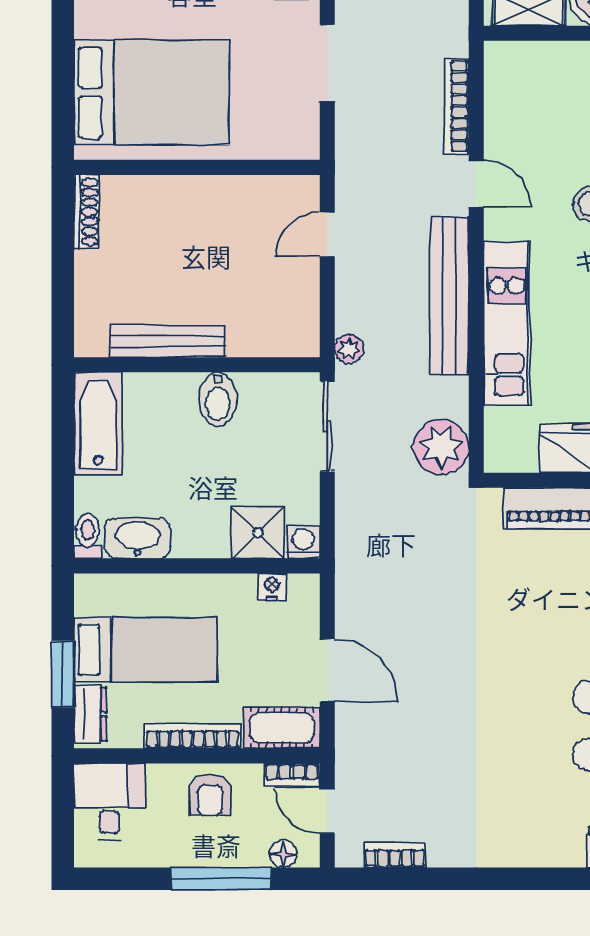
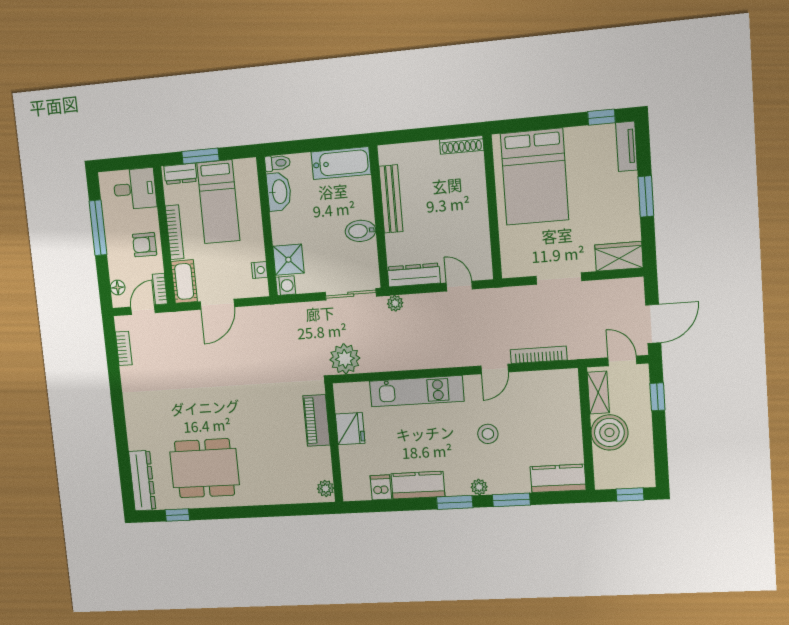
bench: (449, 295) -> (430, 358), removed
dresser: (302, 312) -> (414, 275), added
window: (221, 879) -> (98, 228), moved

